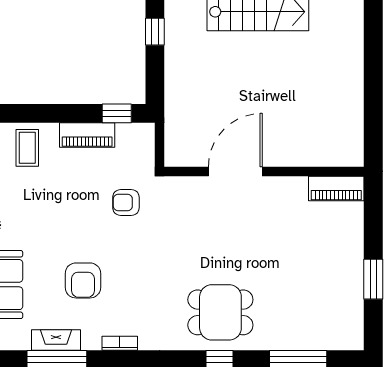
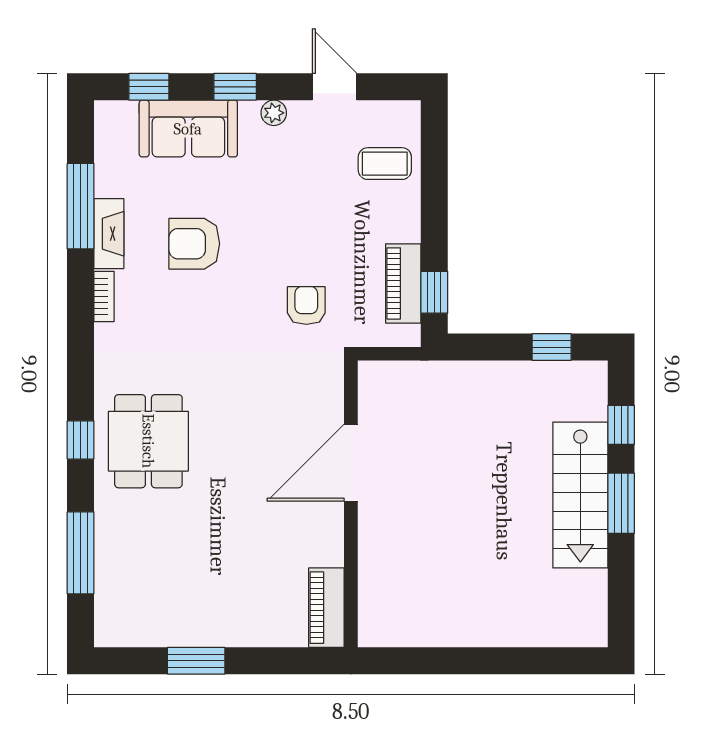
piano: (87, 135) -> (403, 283), moved
door: (235, 171) -> (351, 463), swing flipped
fireplace: (56, 340) -> (109, 234), moved

